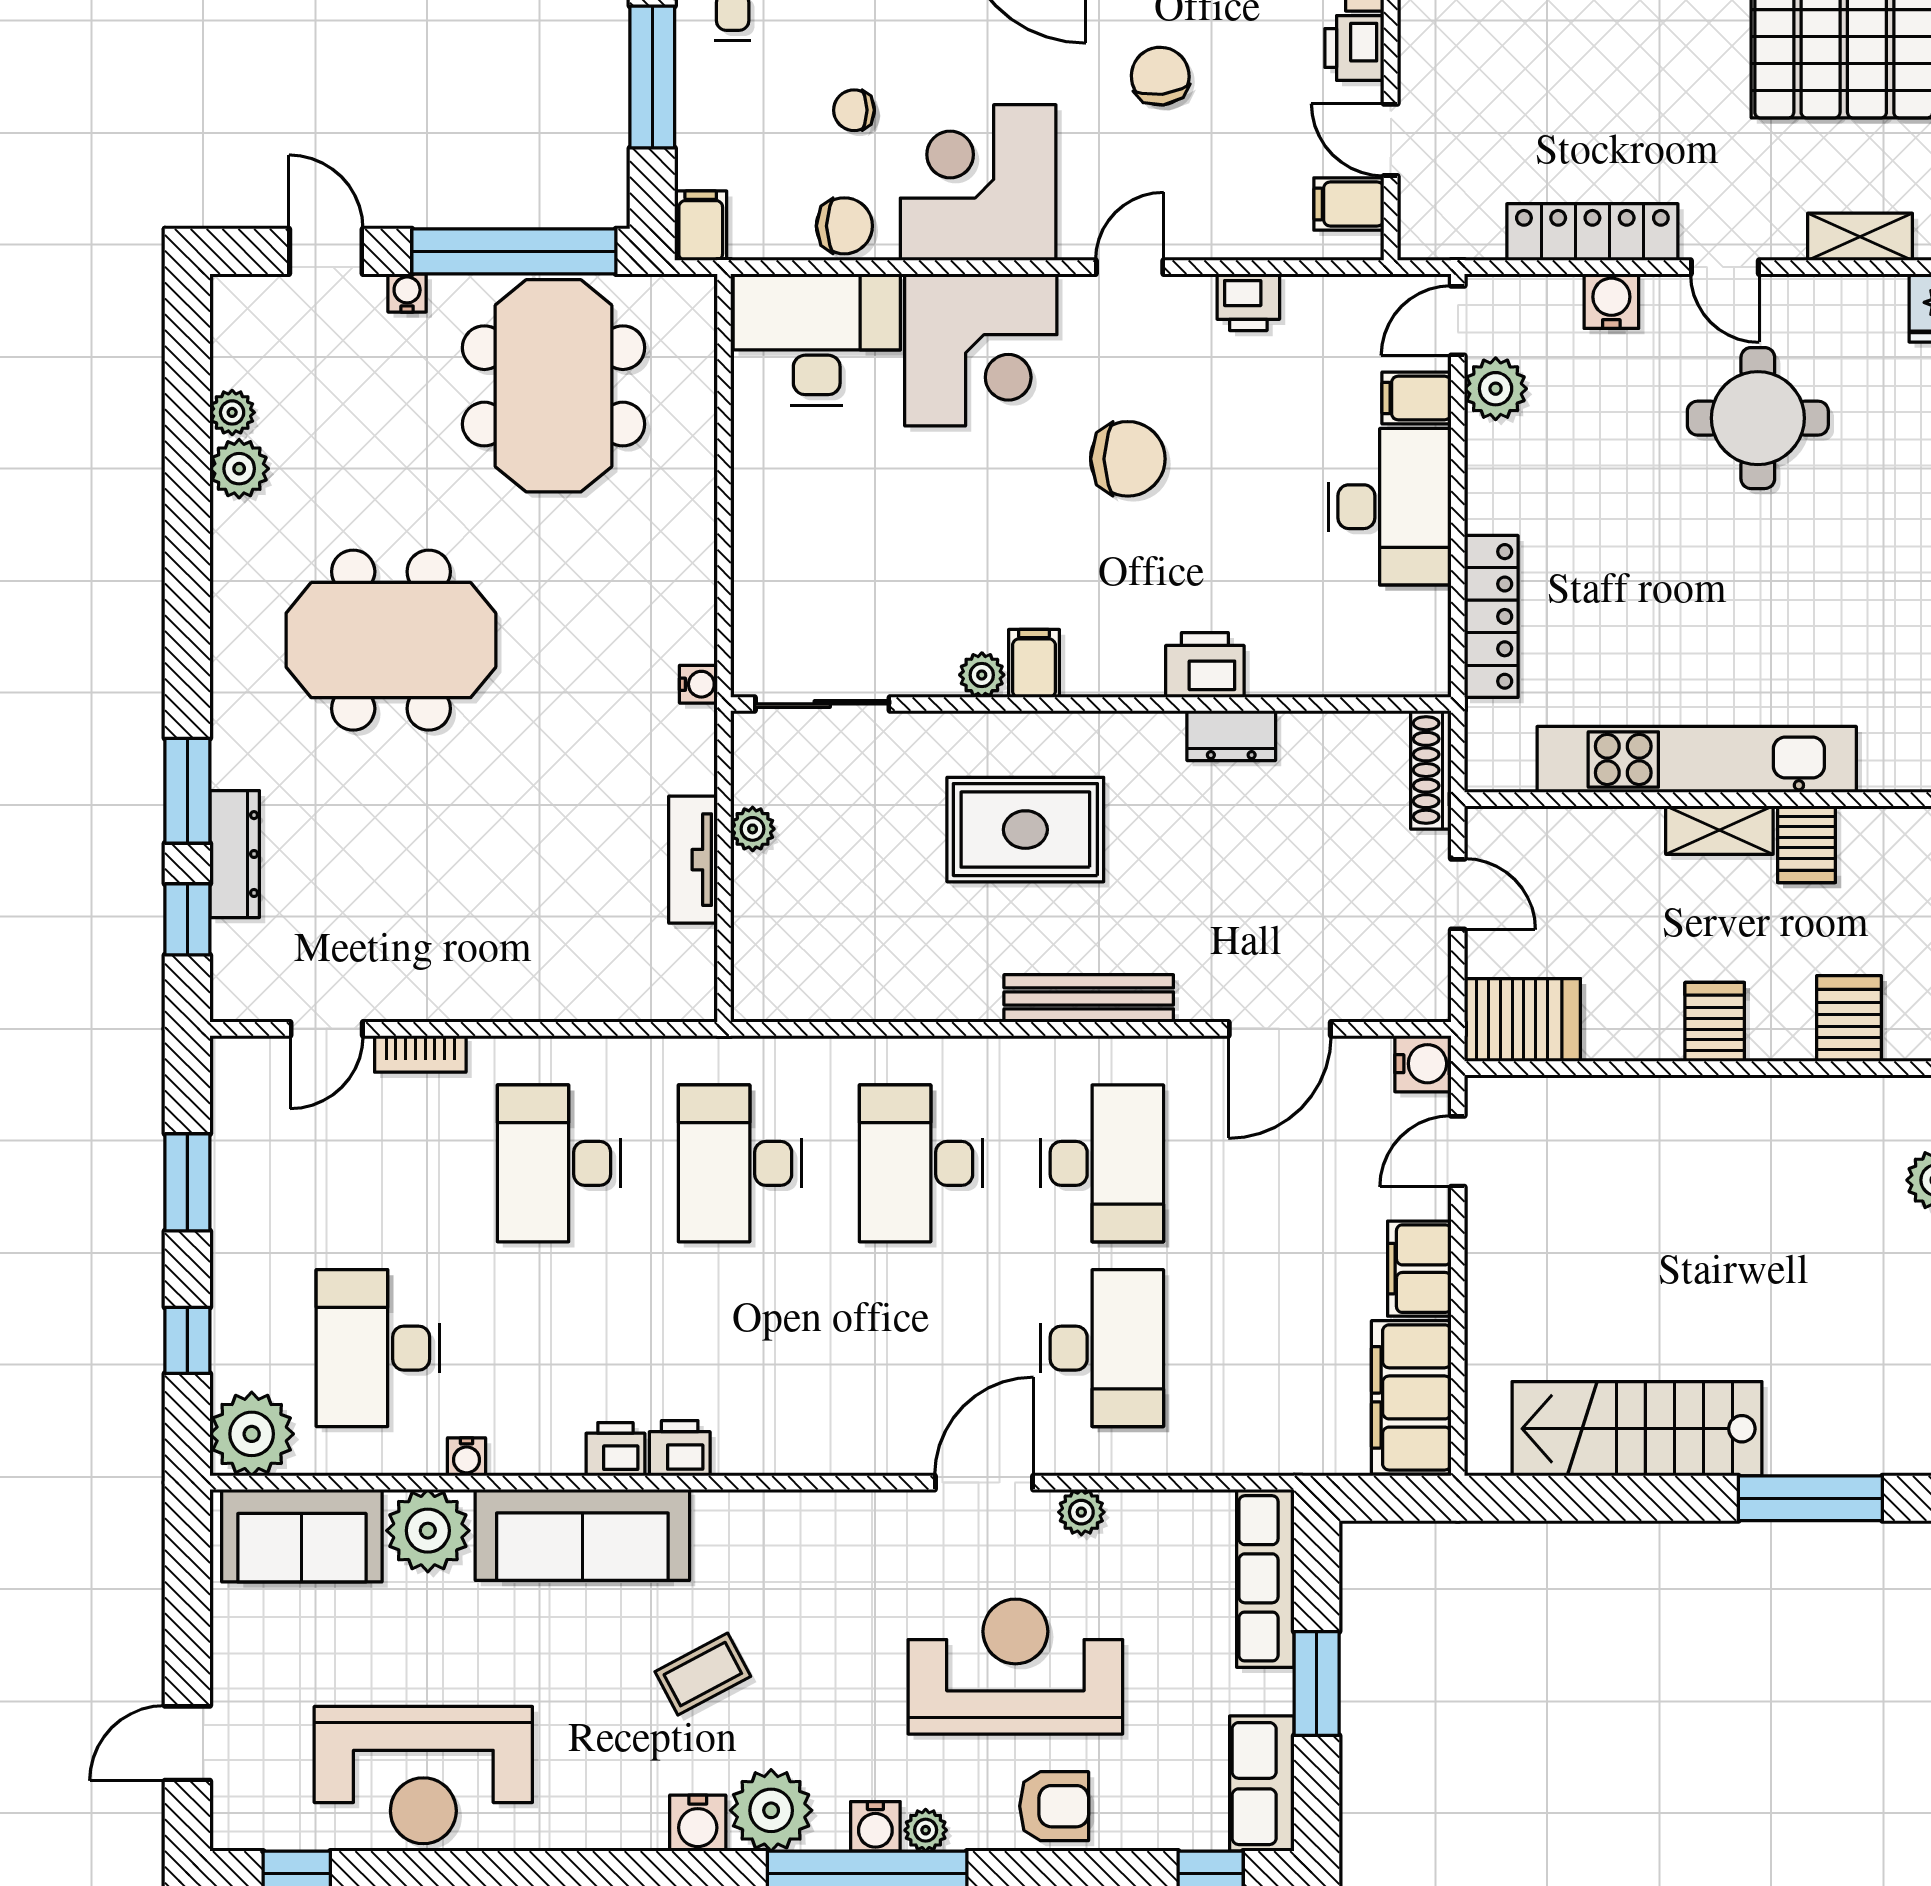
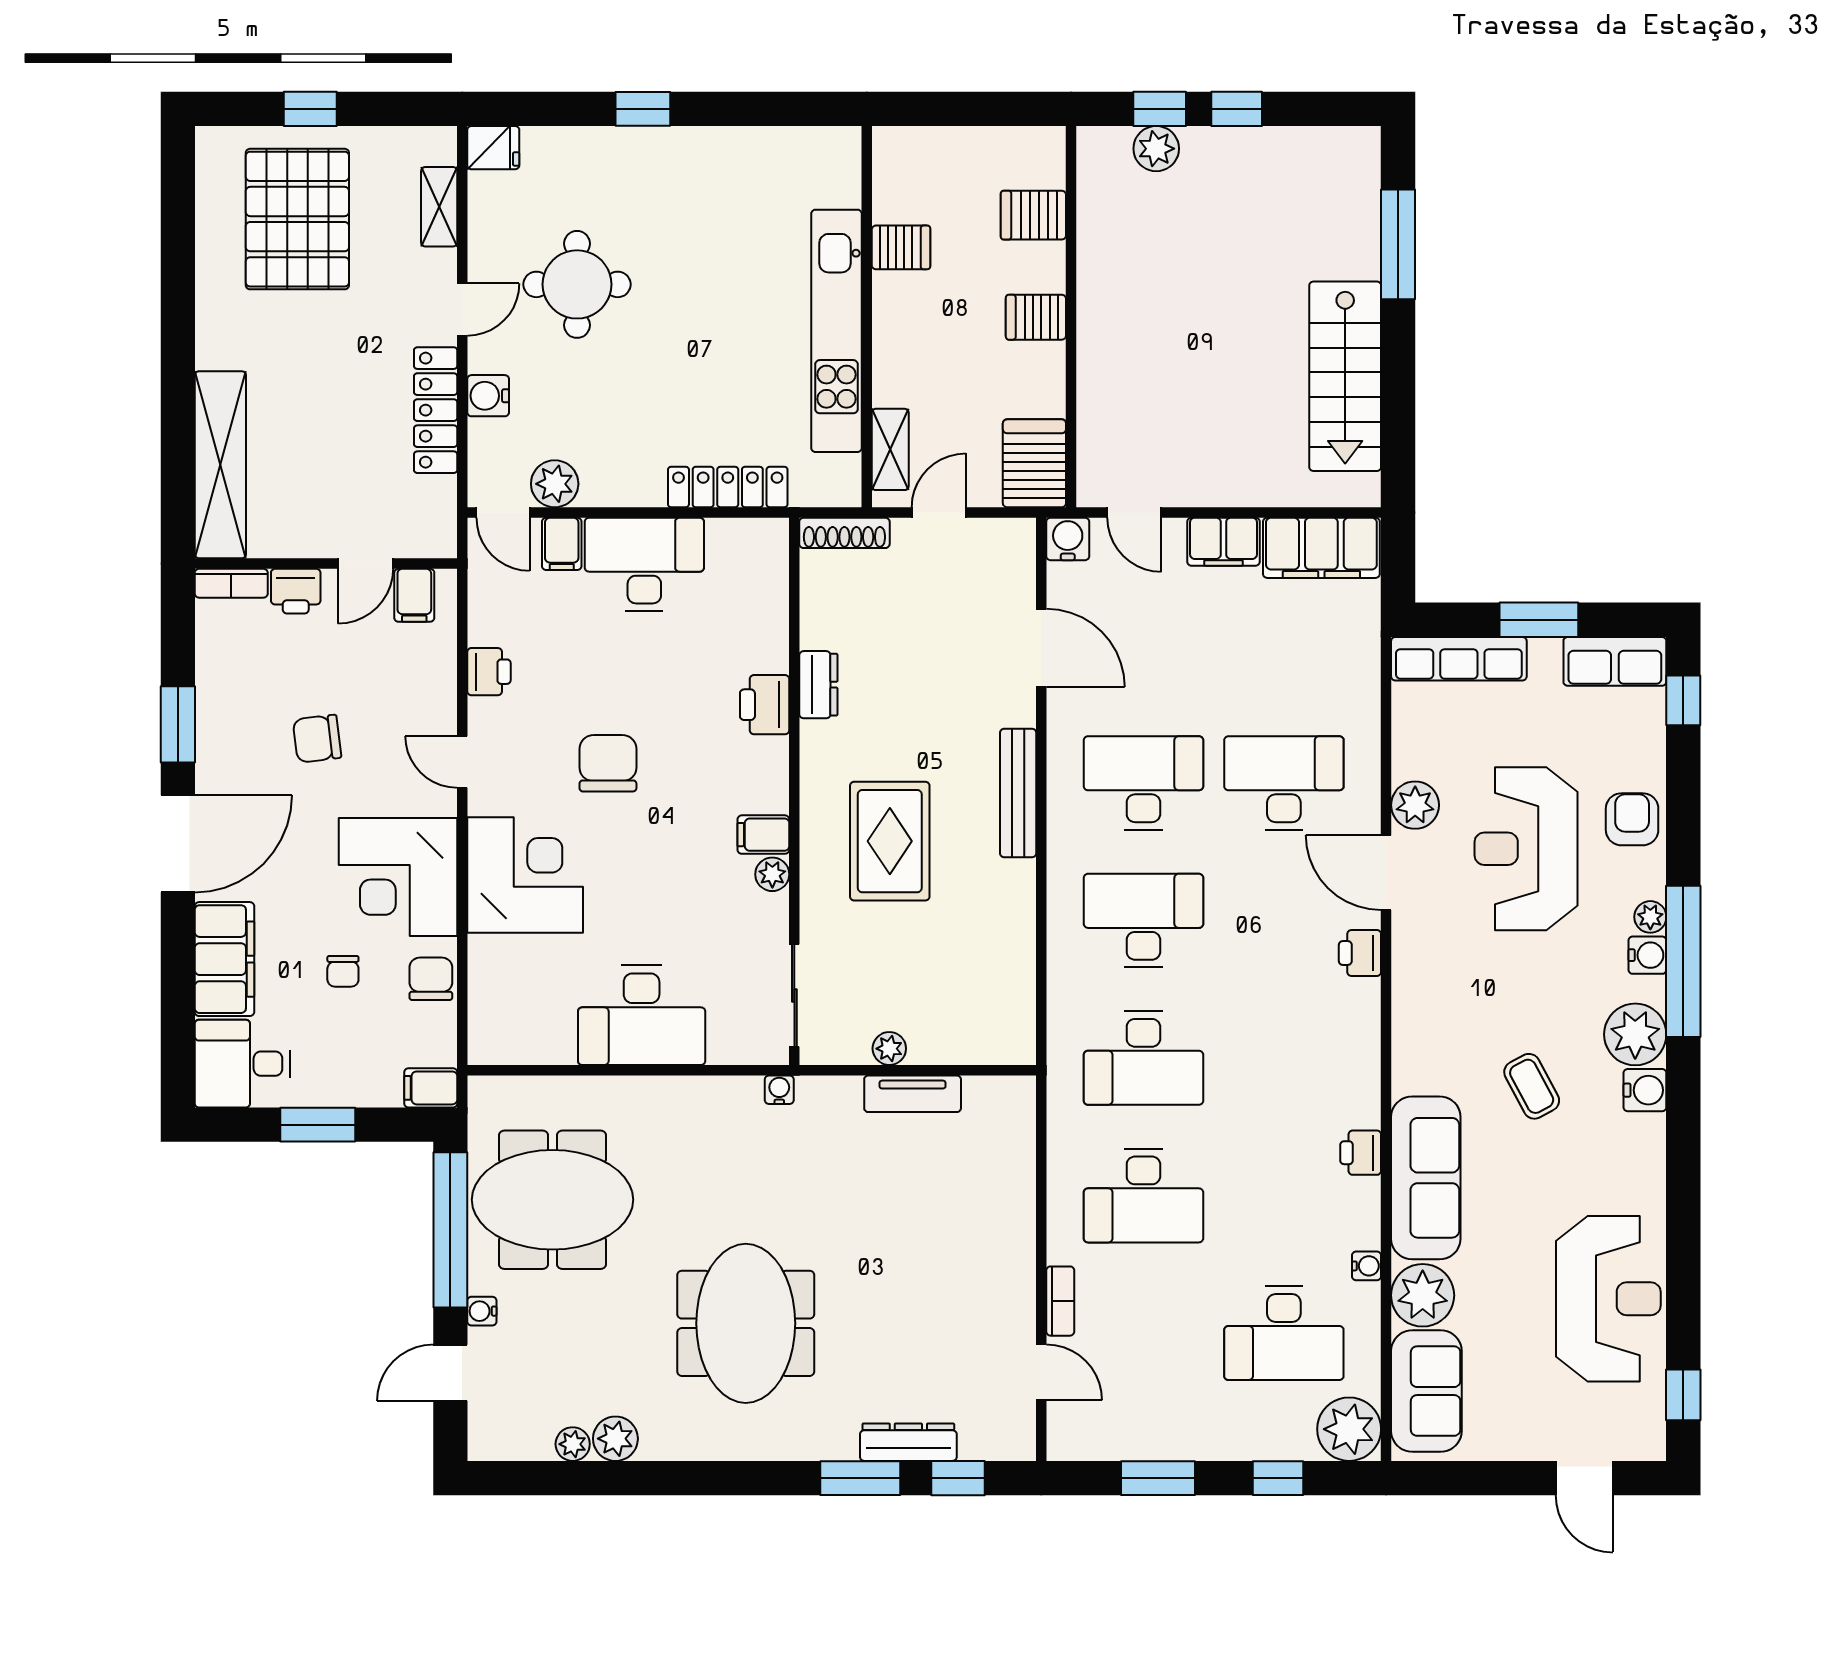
window: (652, 77) -> (318, 1125), width x0.69
desk: (817, 339) -> (642, 1015), moved, turned -90
shelving: (1719, 830) -> (890, 449), moved
desk: (921, 1163) -> (1143, 921), turned 180
printer: (680, 1448) -> (1360, 953), moved
plant: (1081, 1512) -> (1415, 805), width x1.38, depth x1.38

